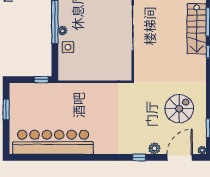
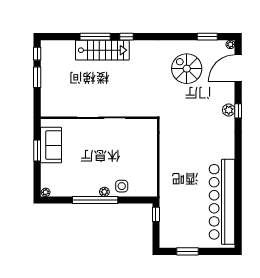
plant: (154, 148) -> (229, 110), moved
door: (180, 157) -> (238, 68), hinge flipped

